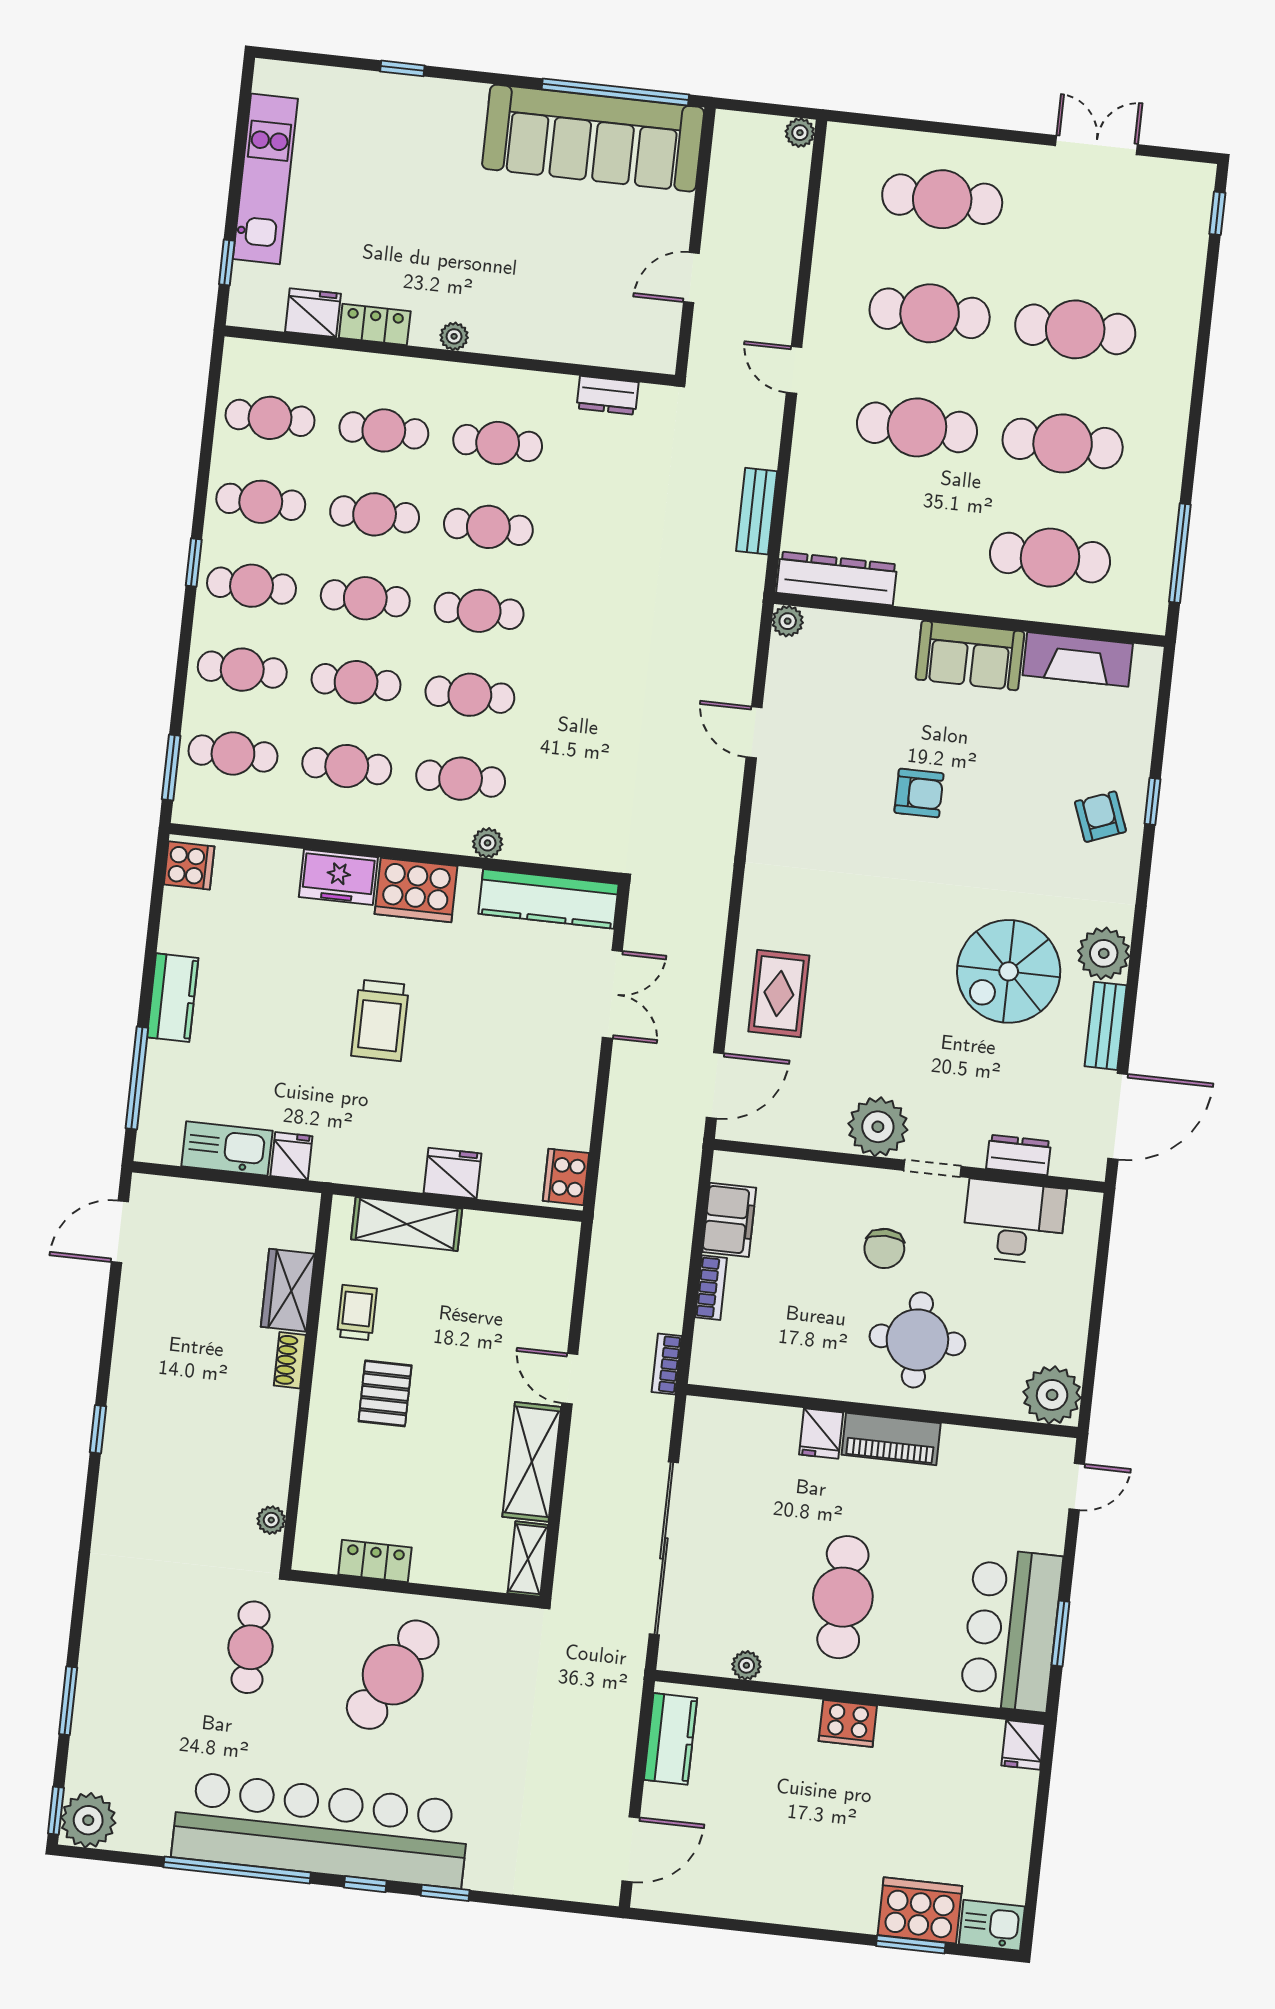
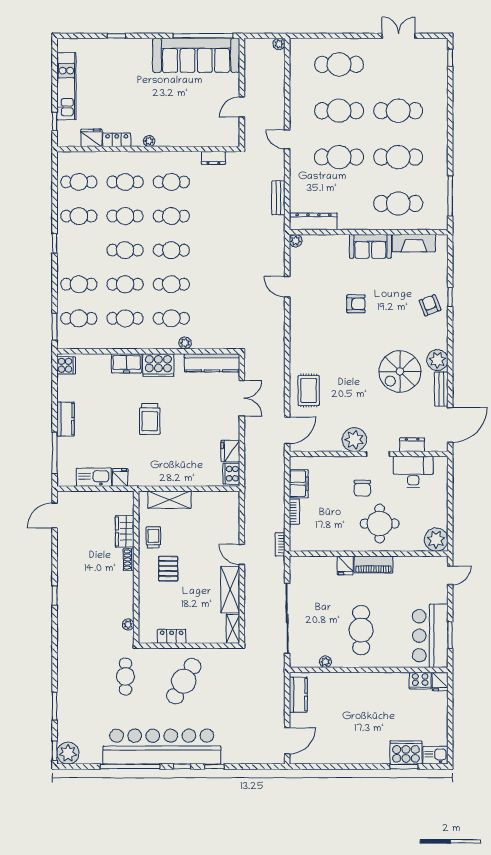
cafe table: (251, 586) -> (79, 250), removed
fridge: (453, 1173) -> (230, 451), moved, turned -90
cooker: (848, 1723) -> (420, 681), moved

